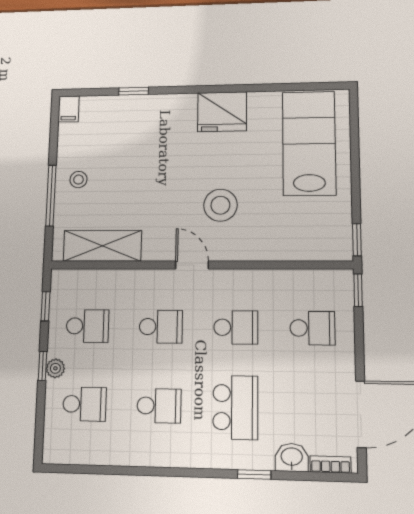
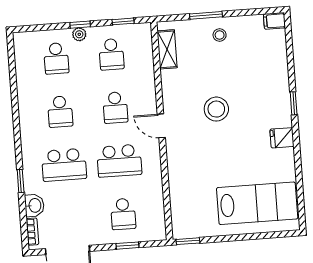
window: (134, 91) -> (294, 103), moved
fridge: (222, 112) -> (282, 138), width x0.53, depth x0.75
window: (51, 196) -> (206, 15), width x0.69
stool: (220, 205) -> (216, 109), moved
shelving: (102, 246) -> (167, 49), width x0.67, depth x0.75
door: (192, 265) -> (161, 126), swing flipped
window: (358, 290) -> (127, 246), moved
school desk: (236, 327) -> (119, 161), width x1.85

